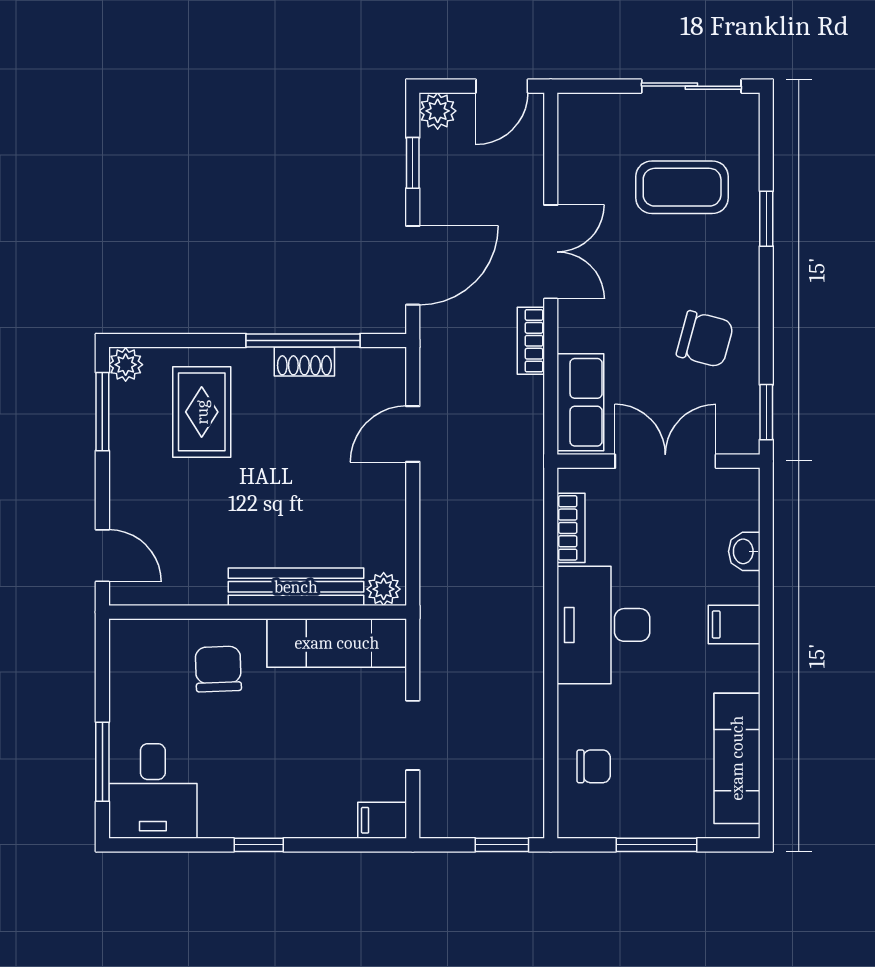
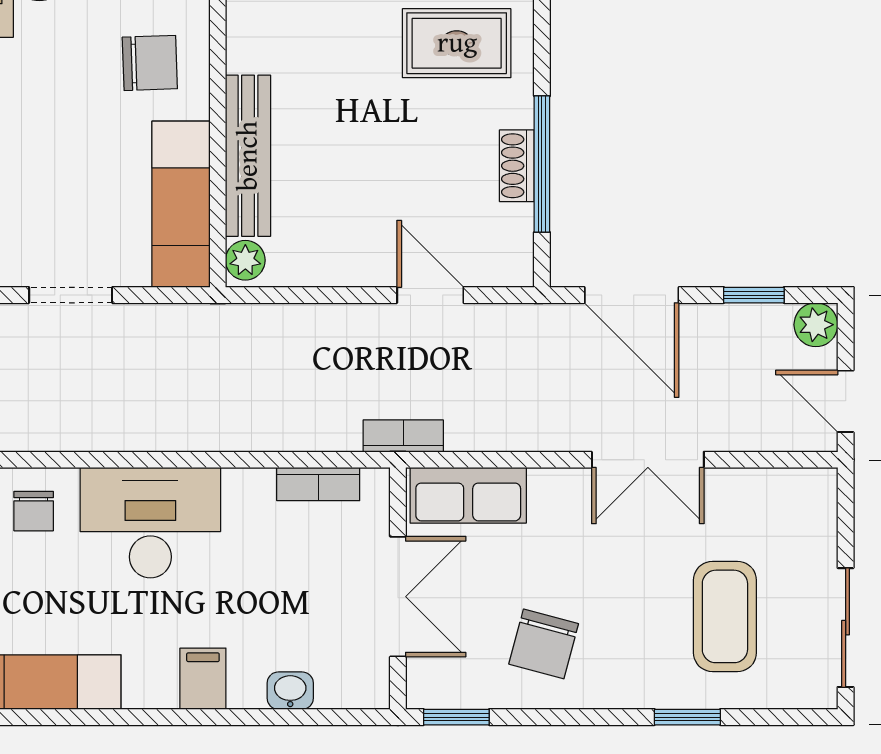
bookcase: (531, 341) -> (403, 436), moved
desk: (603, 625) -> (150, 523), moved

